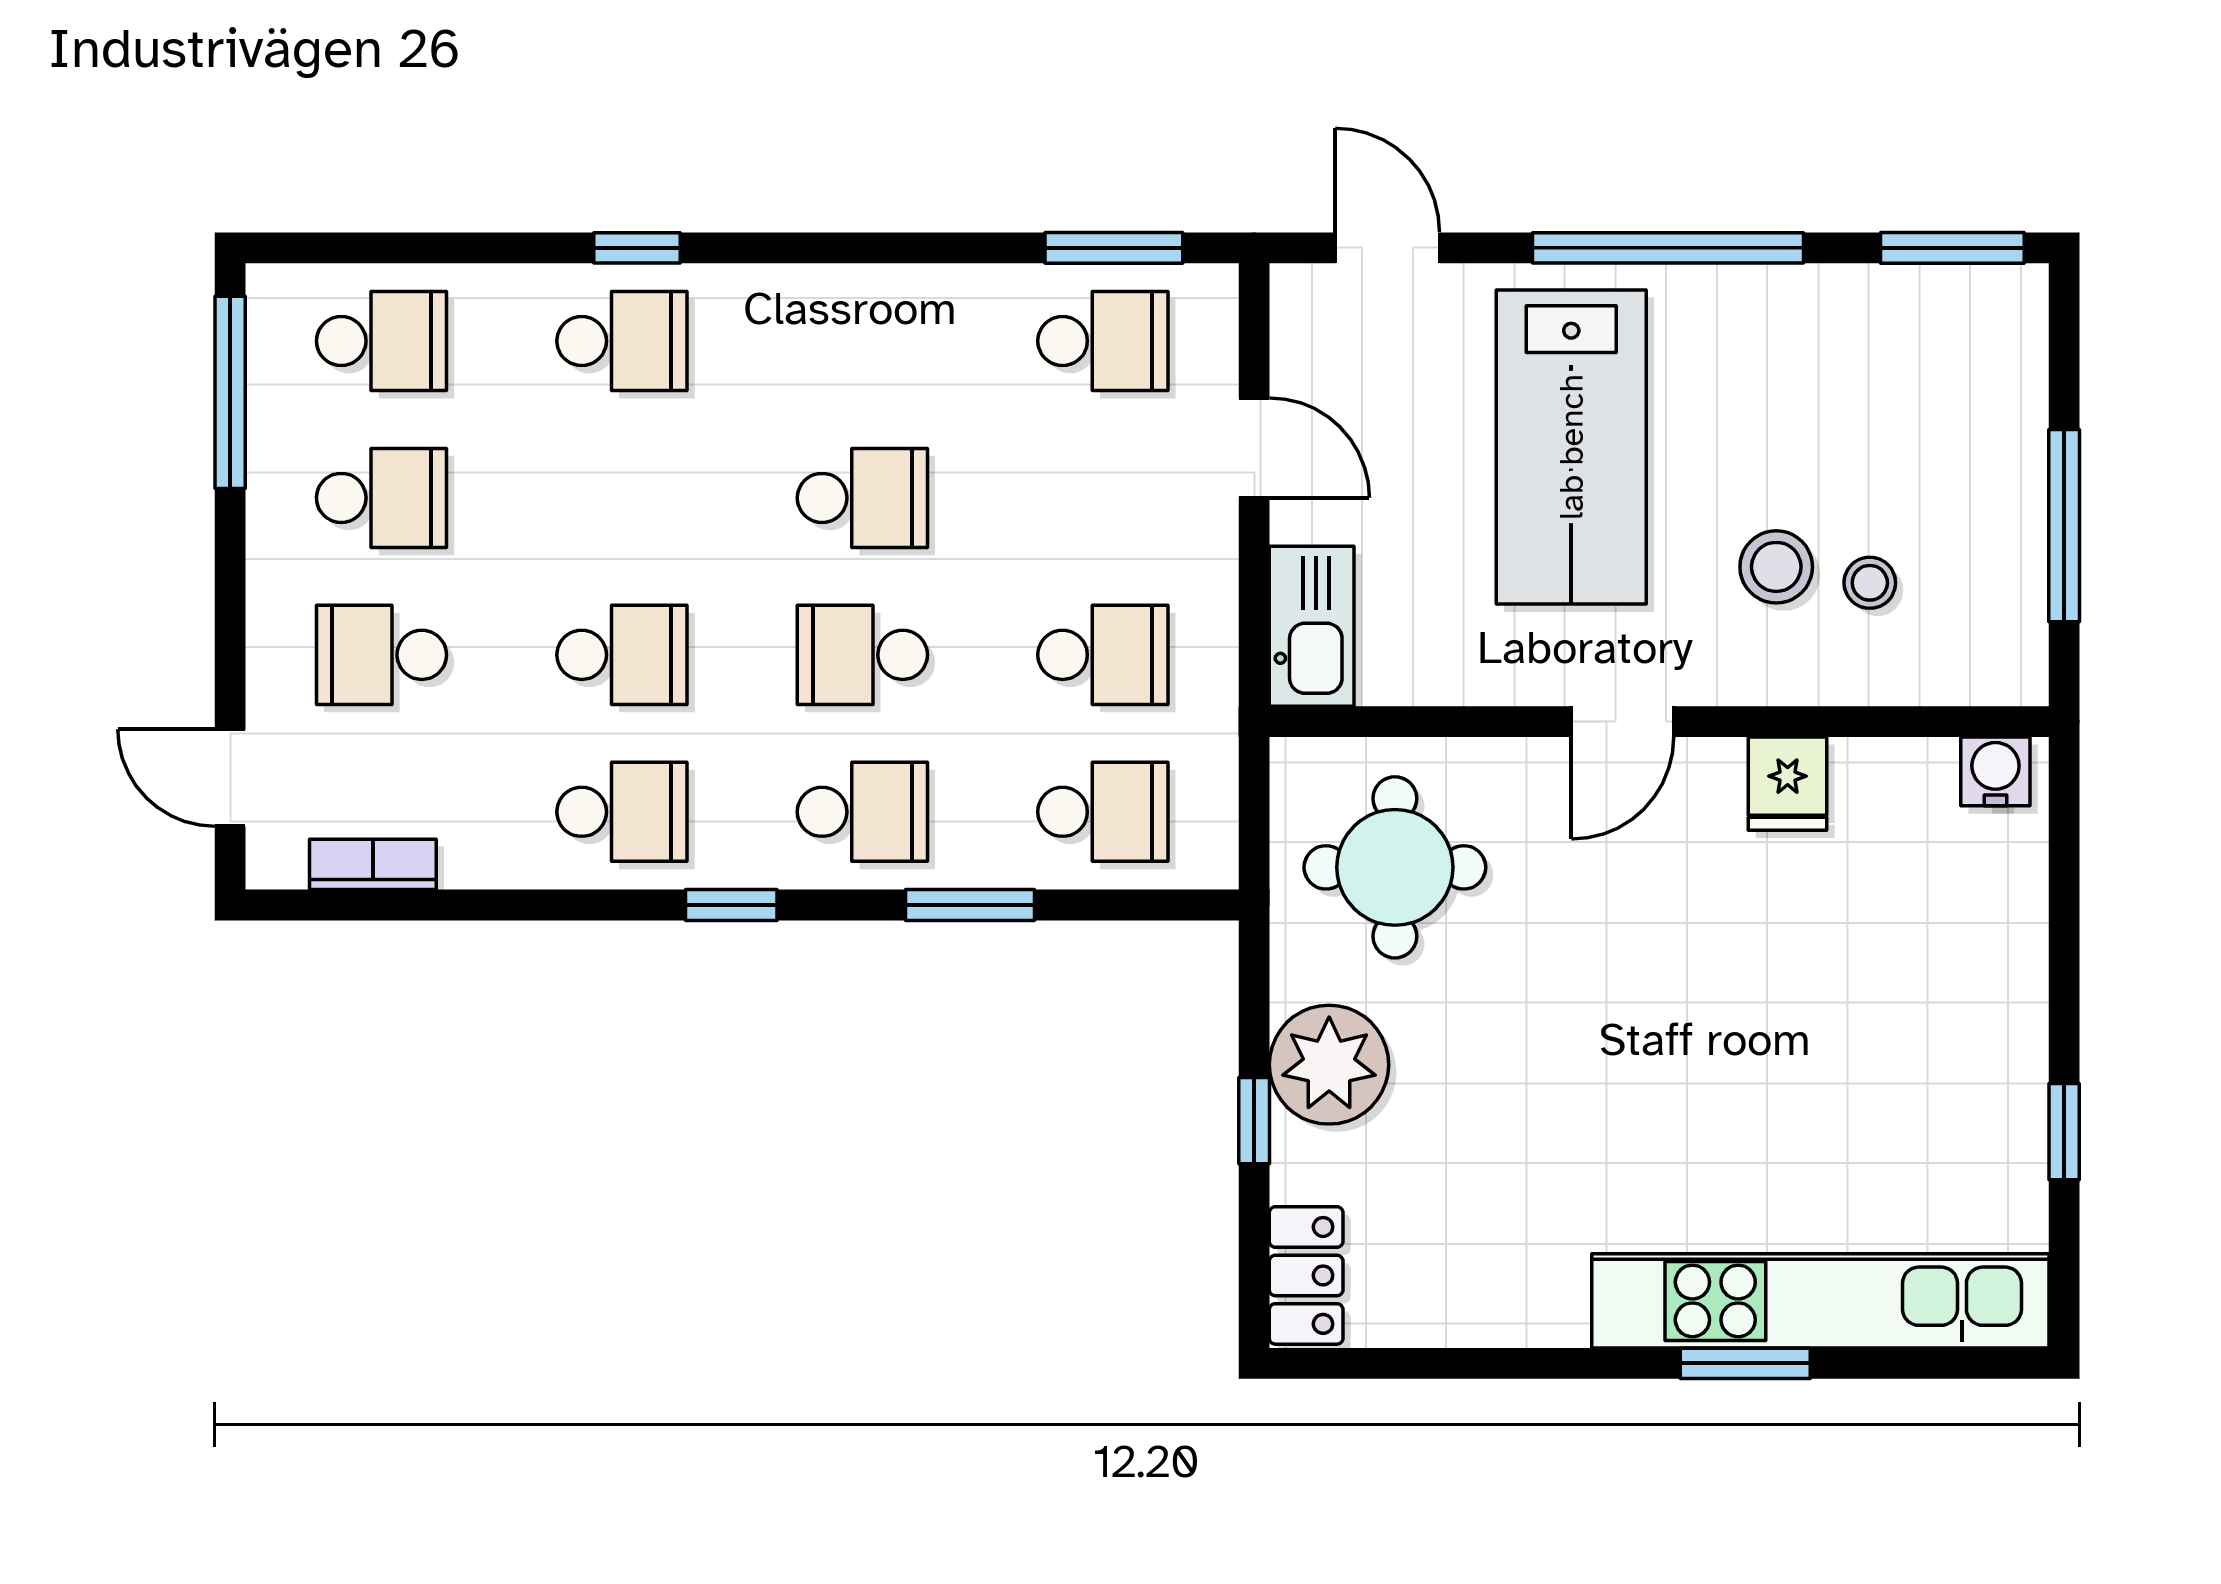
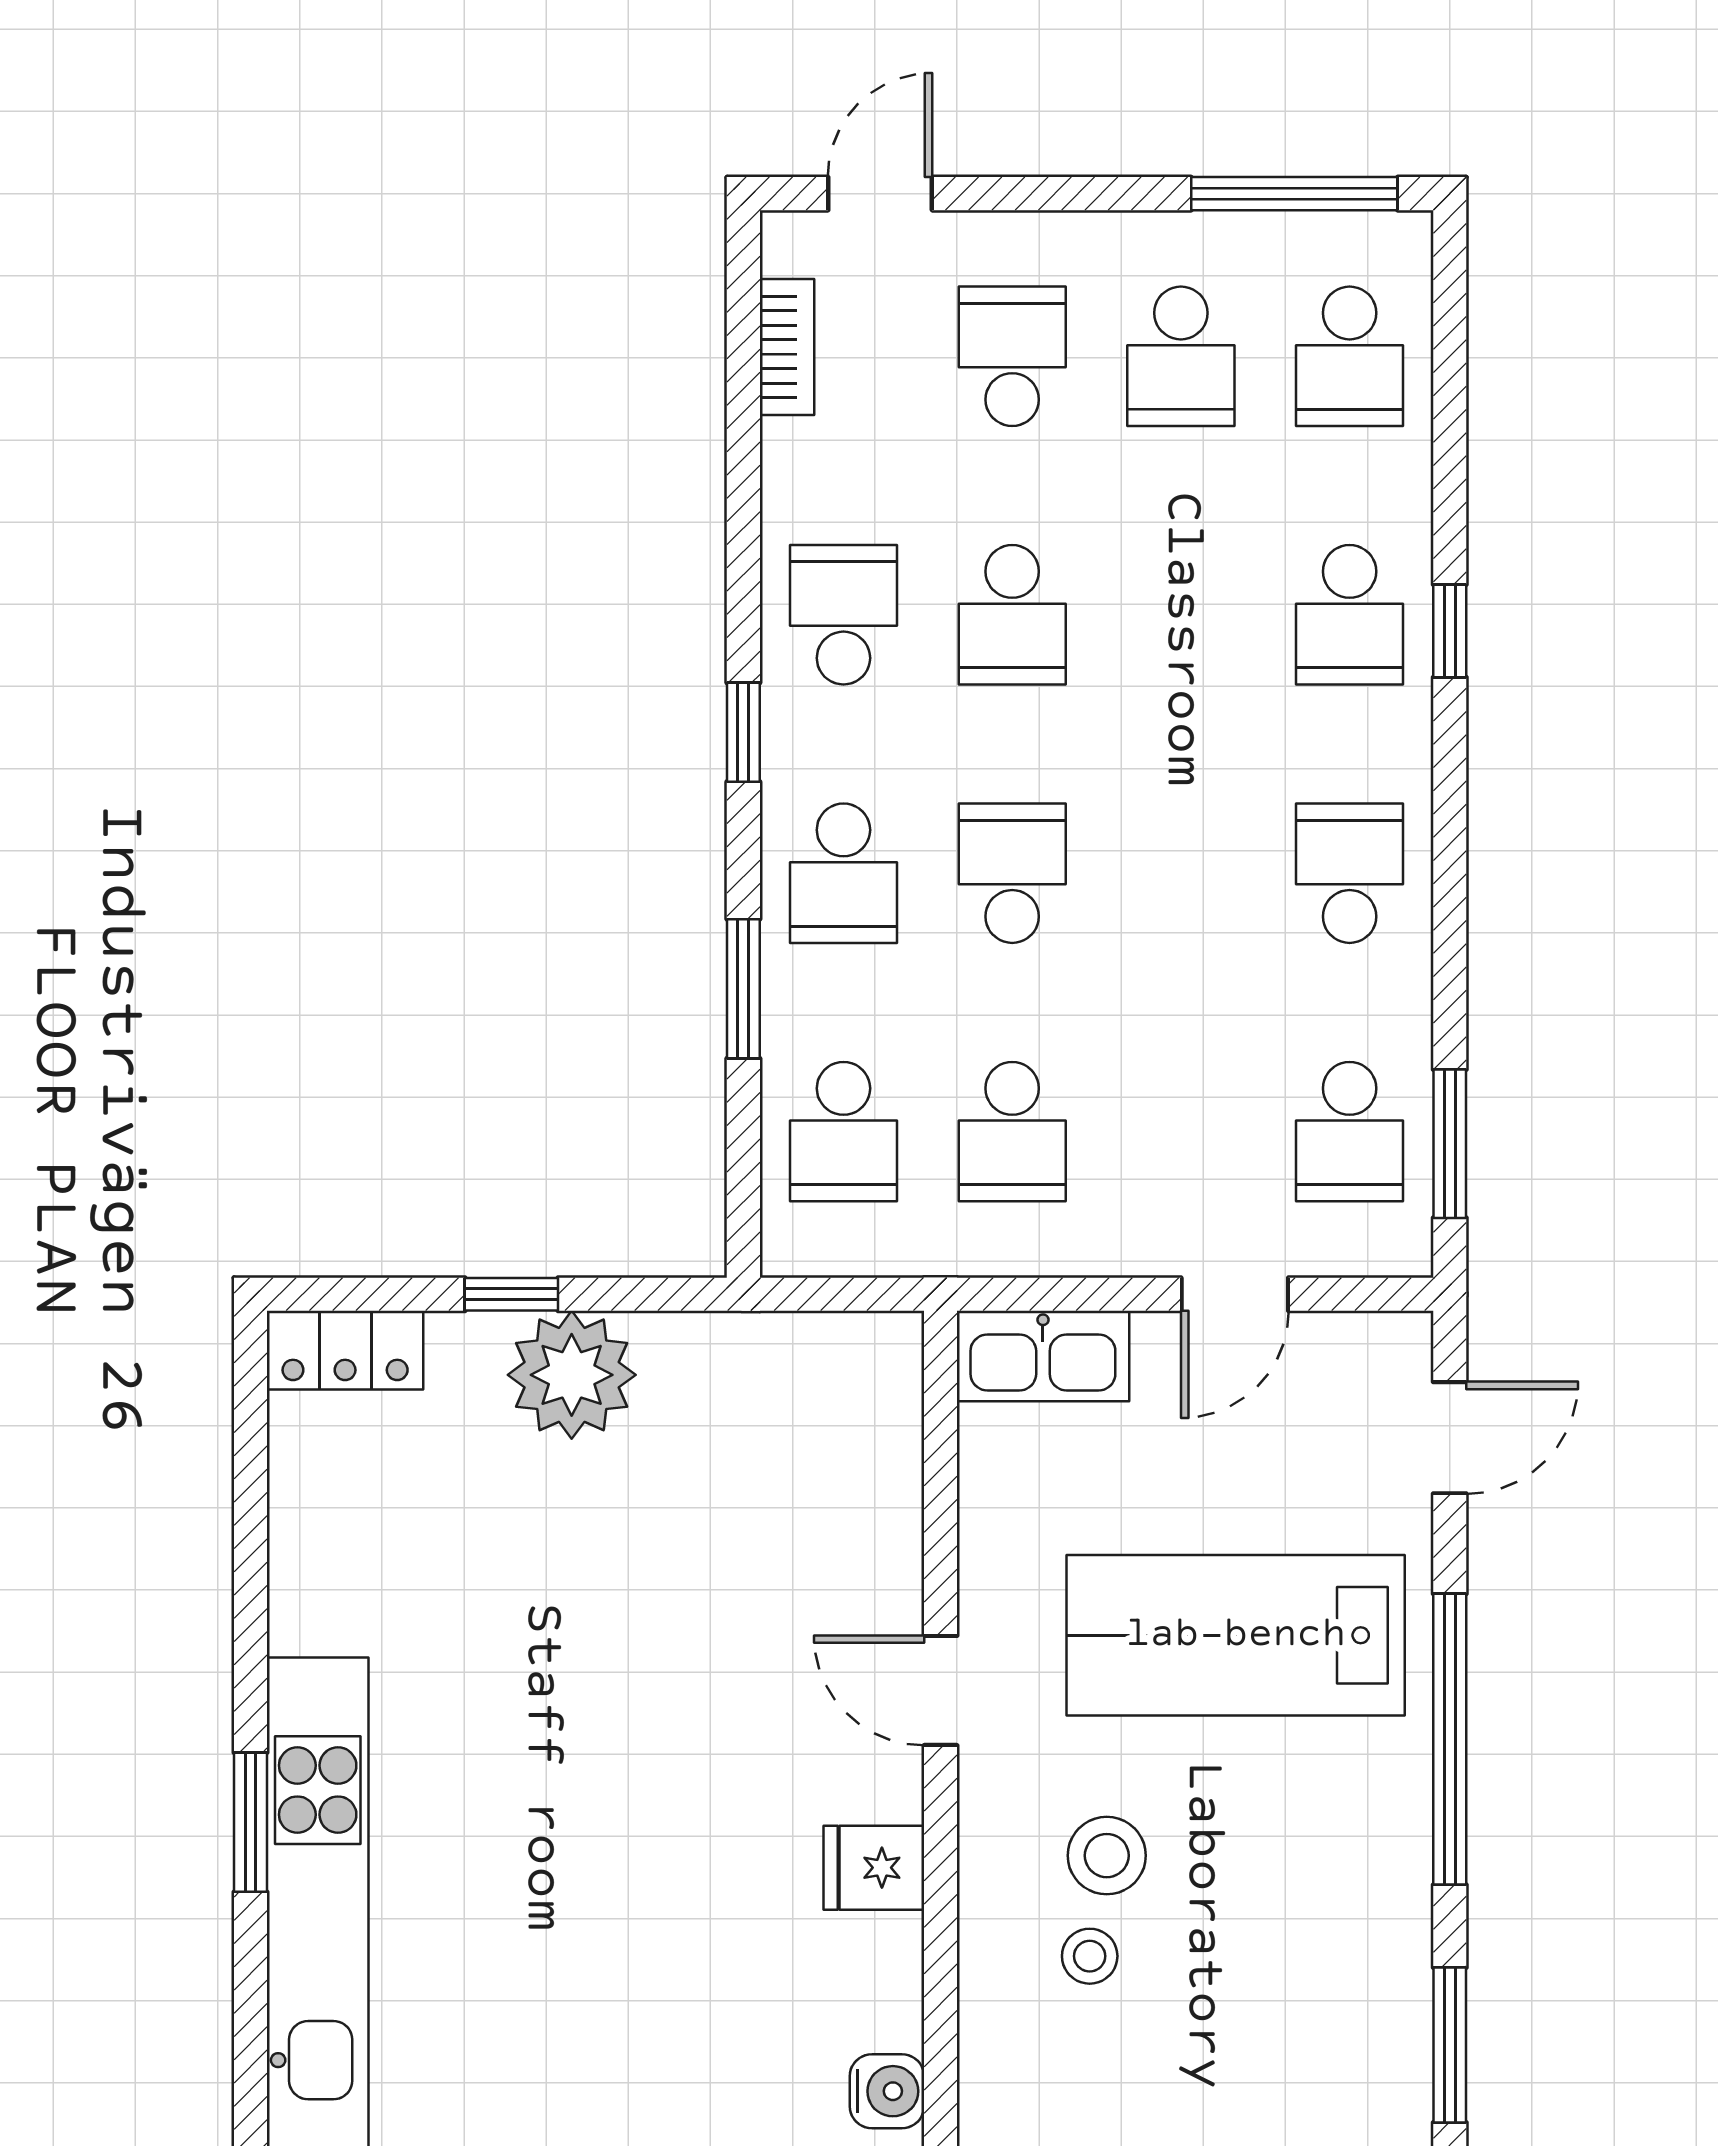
school desk: (862, 498) -> (1350, 873), moved, turned 180
school desk: (622, 812) -> (843, 615), turned 180
round table: (1395, 867) -> (784, 1446), removed

